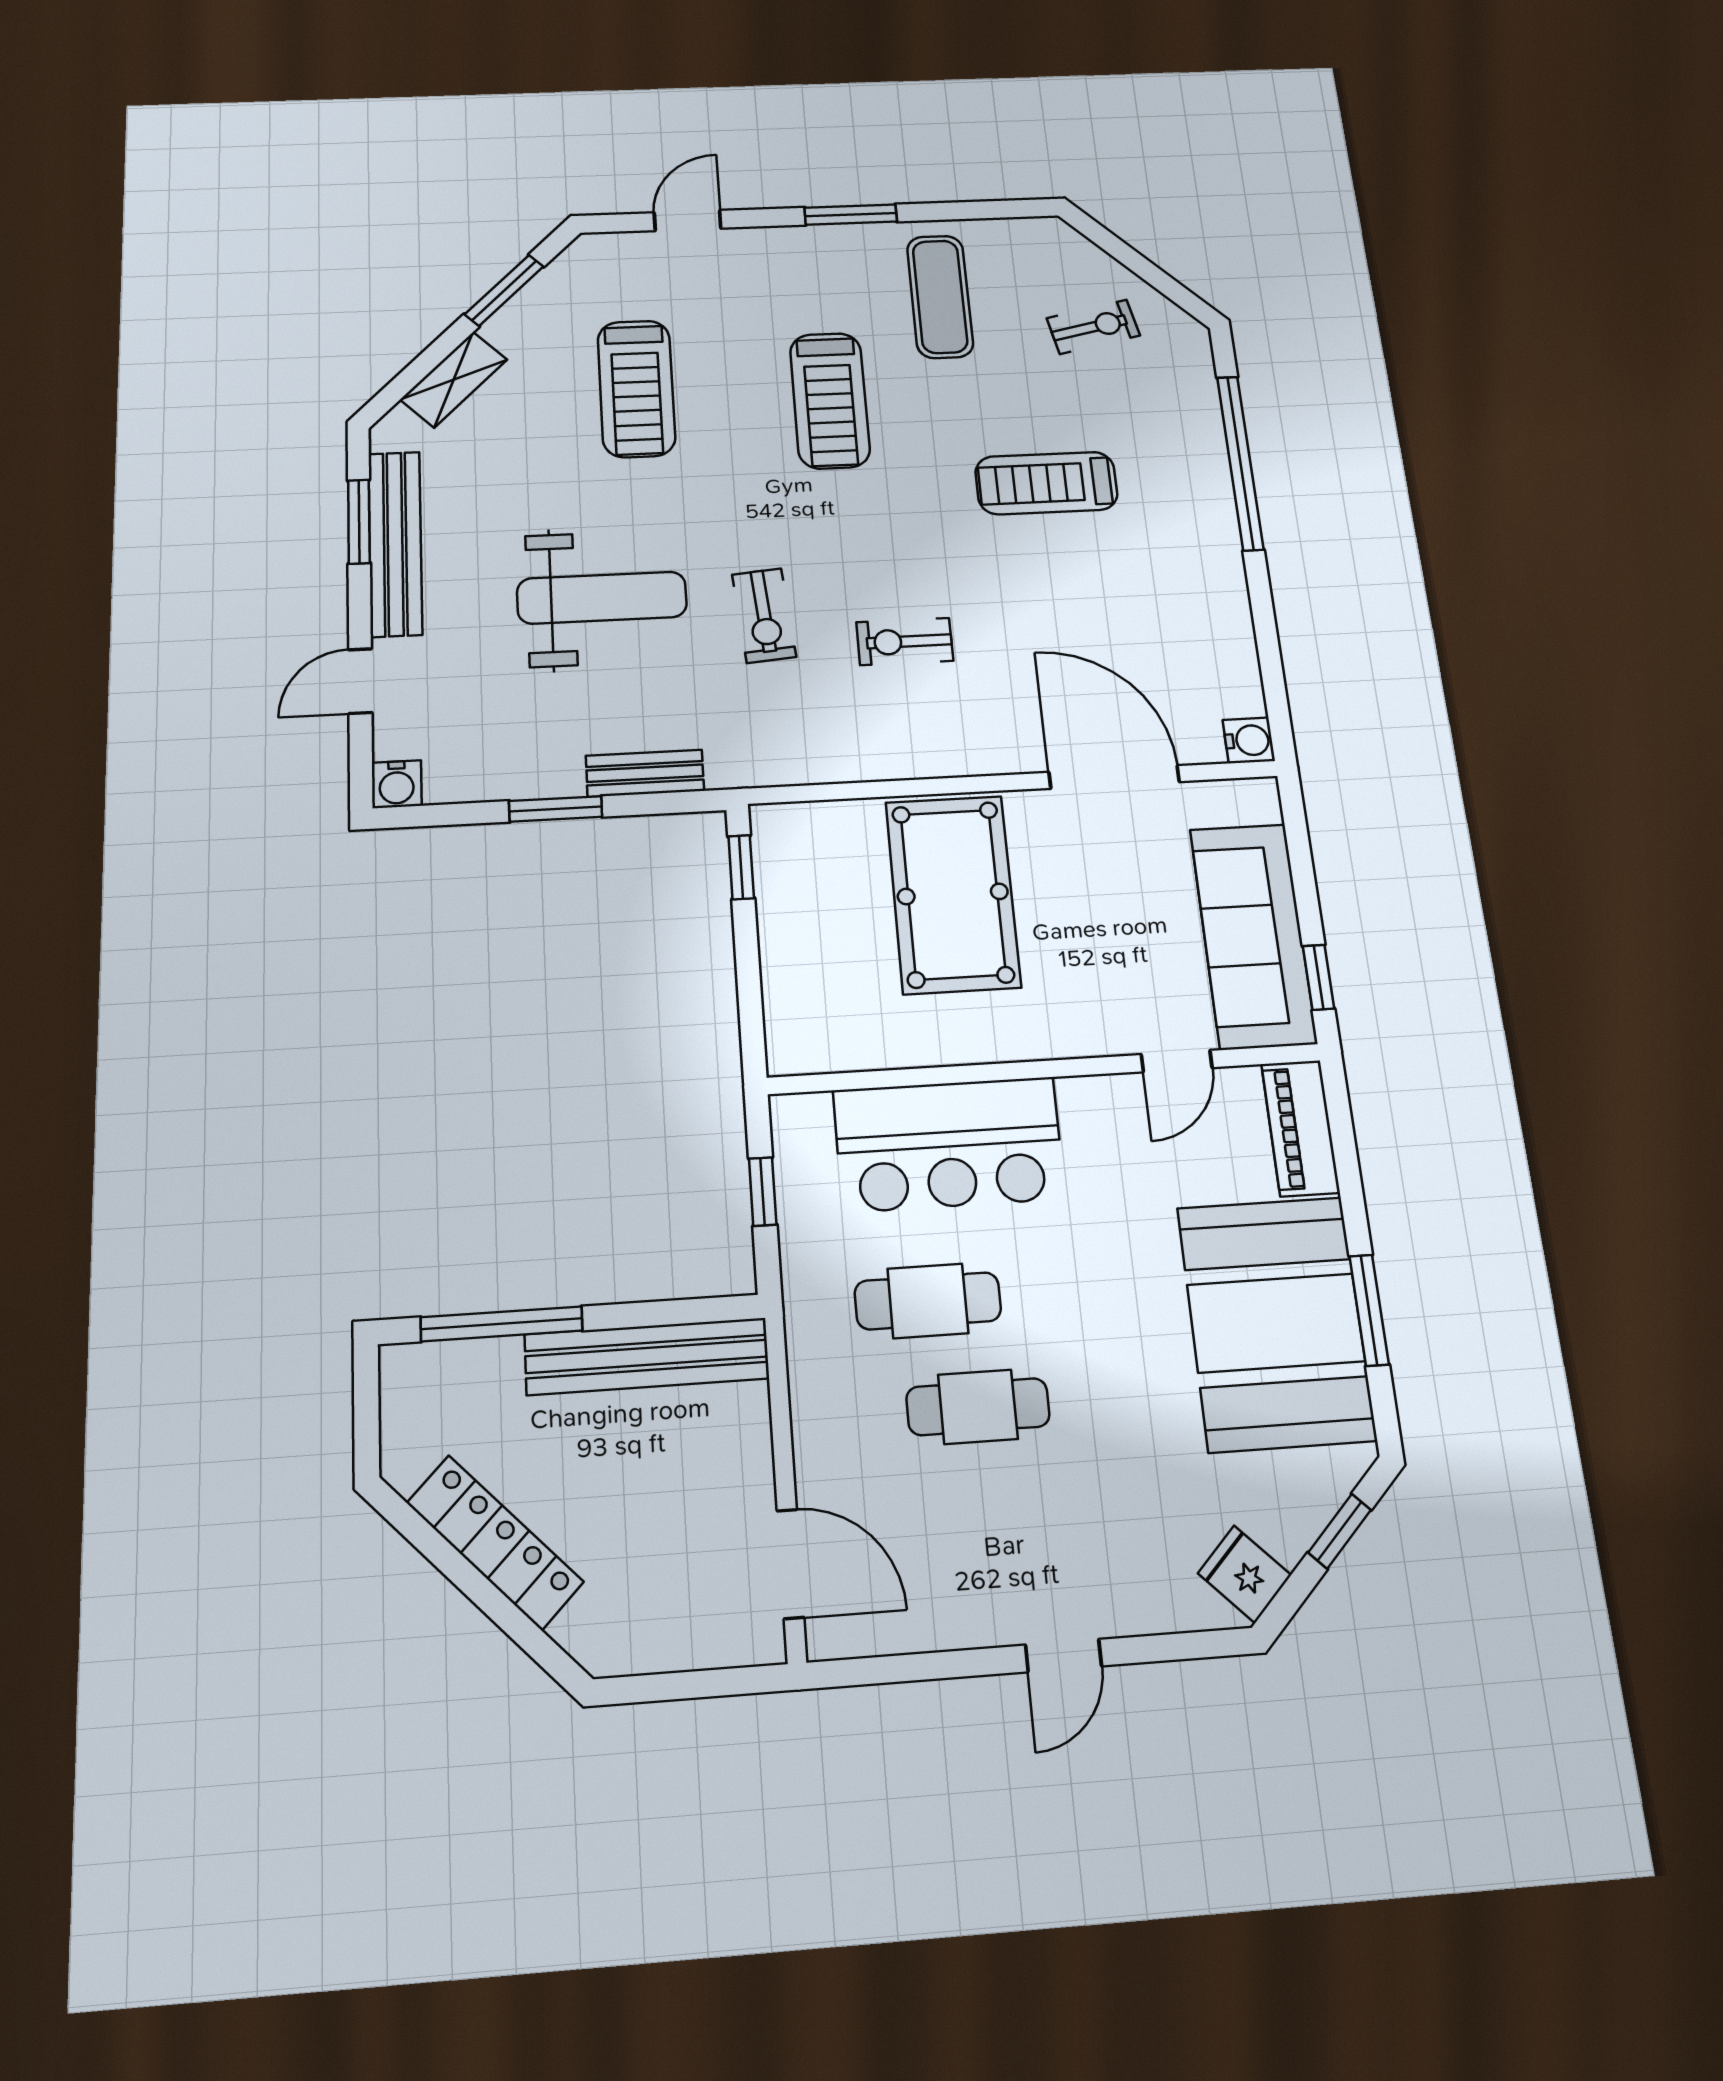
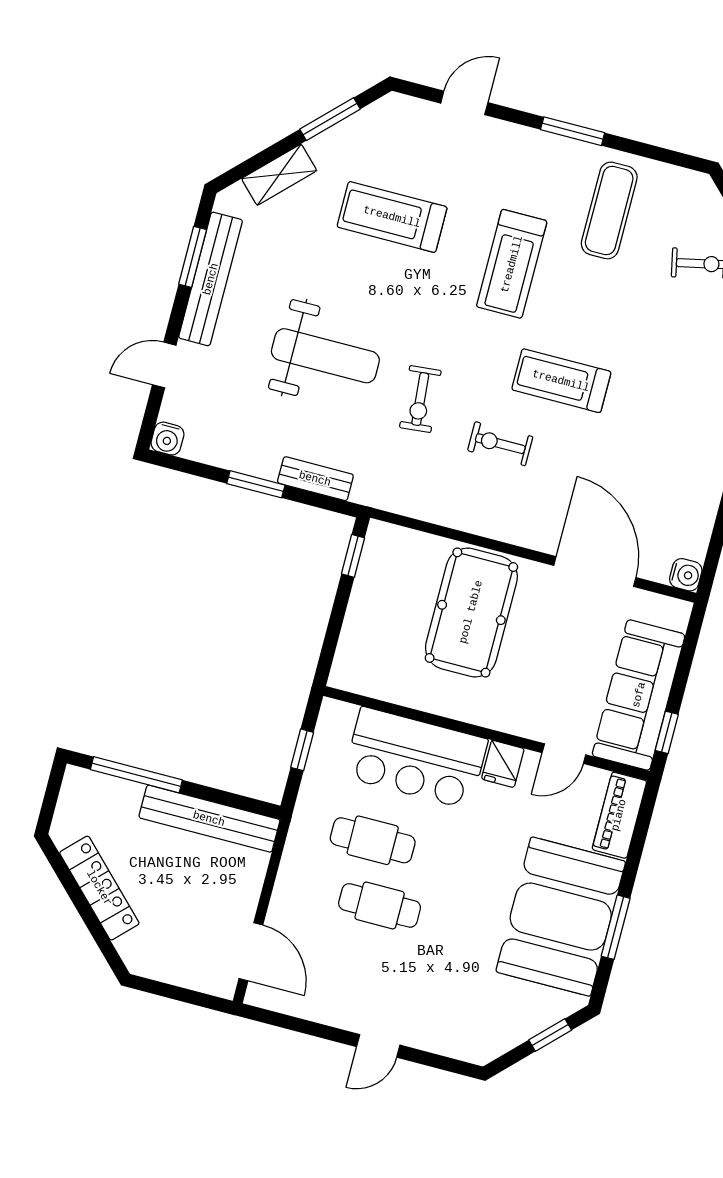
treadmill: (636, 389) -> (392, 217), turned 90
treadmill: (1046, 483) -> (561, 381), moved
fridge: (1245, 1574) -> (503, 764), moved, turned -135

